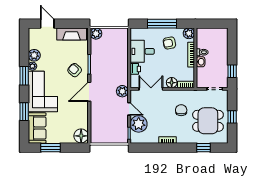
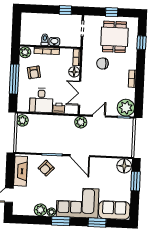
plant: (96, 34) -> (22, 120), moved
armchair: (75, 70) -> (46, 168), moved
plant: (139, 124) -> (126, 108), moved
window: (51, 148) -> (135, 181), moved

